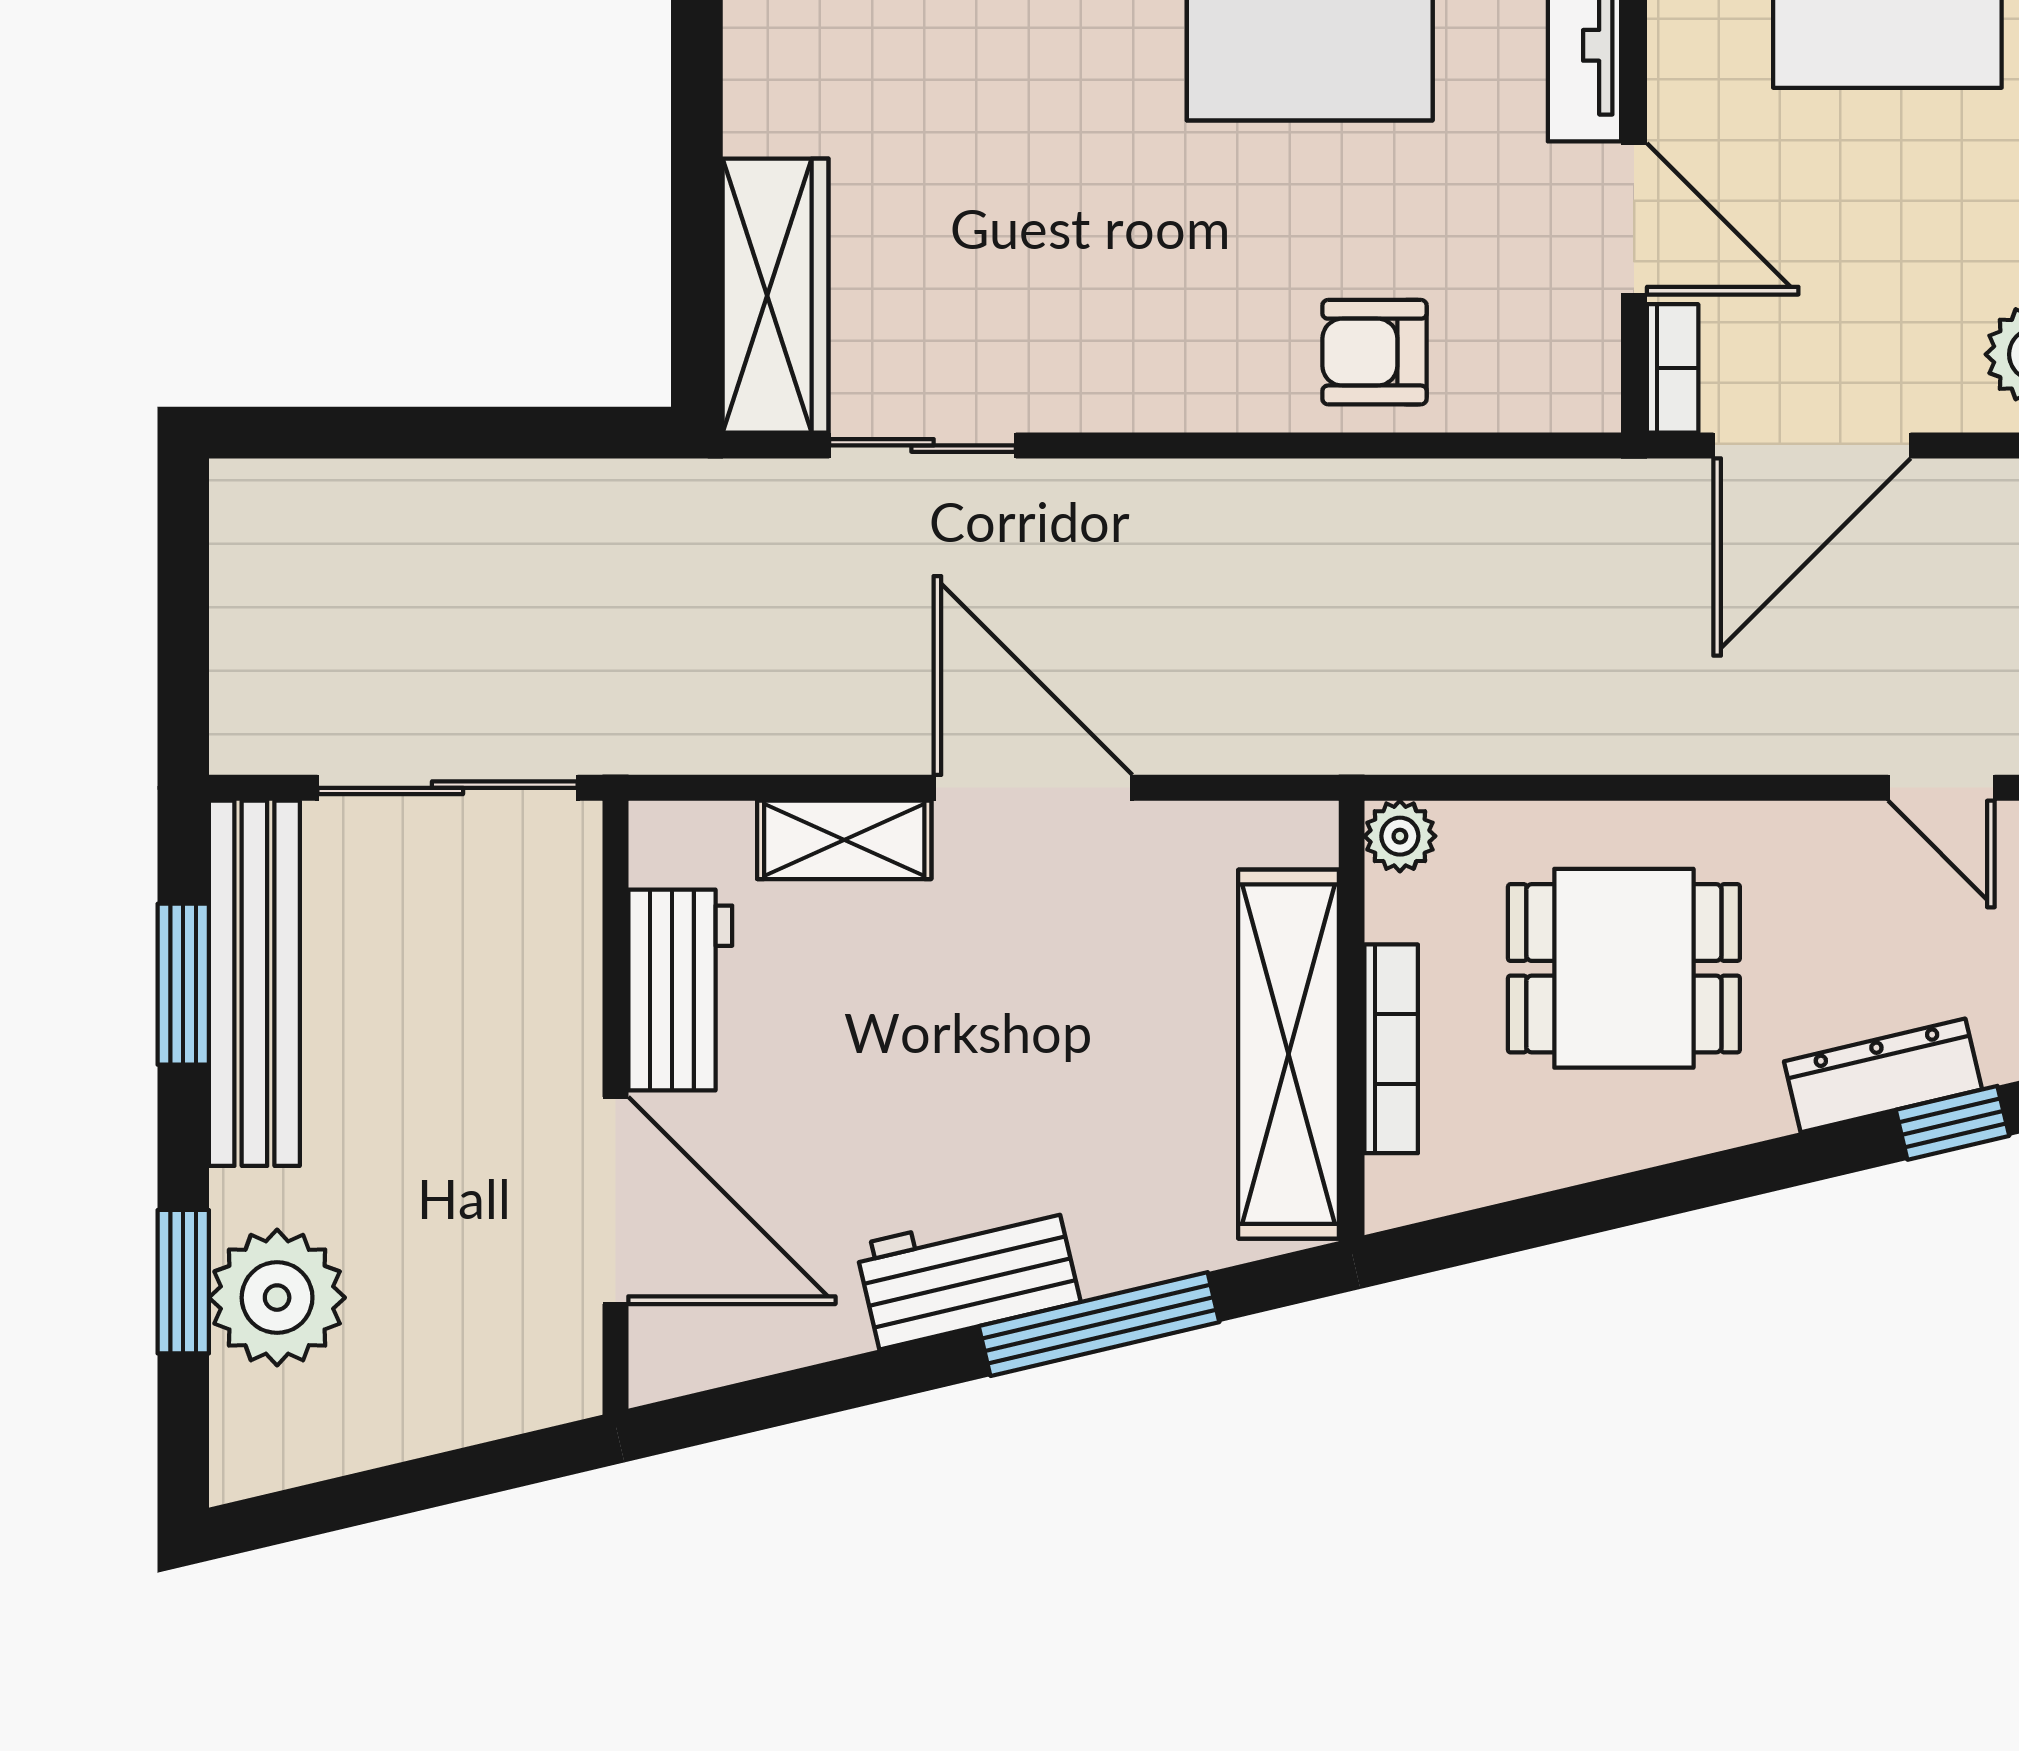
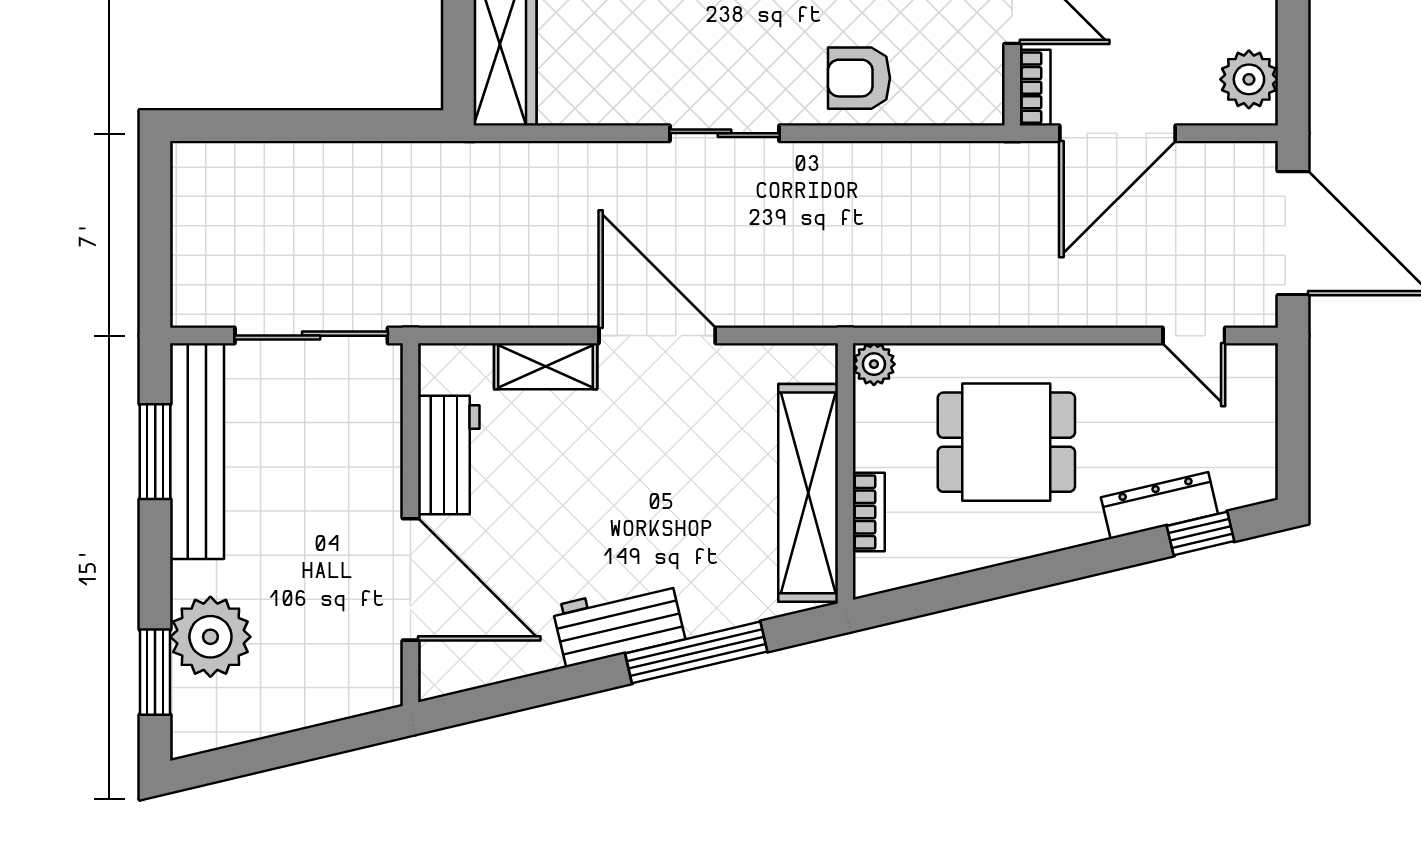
sliding door: (923, 445) -> (724, 133), moved
bookcase: (1391, 1049) -> (869, 512), width x0.64
window: (183, 1282) -> (155, 672), moved

